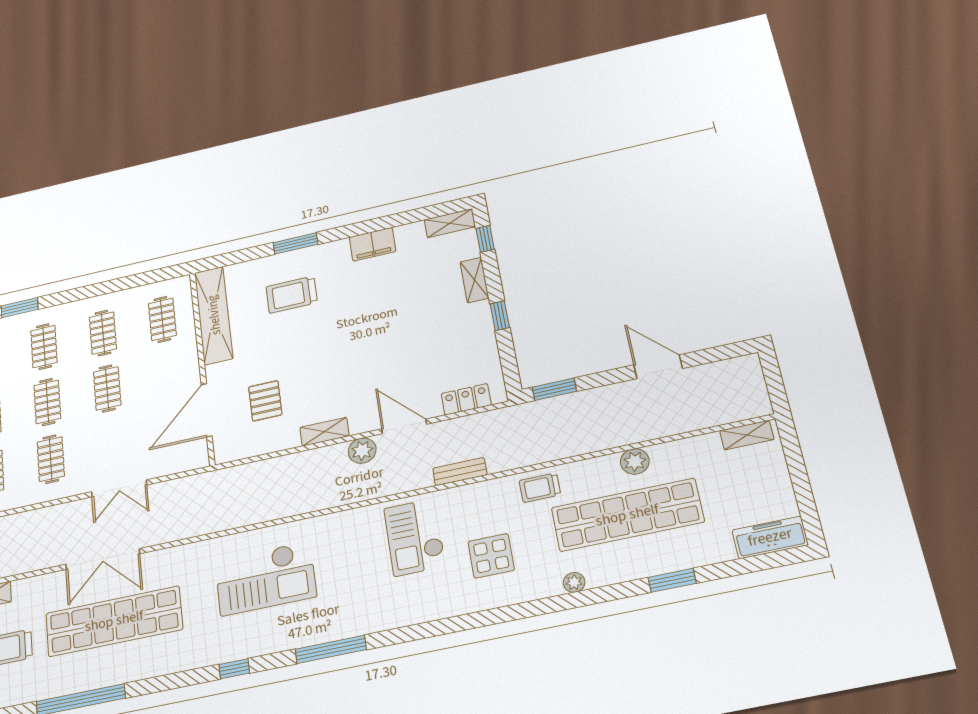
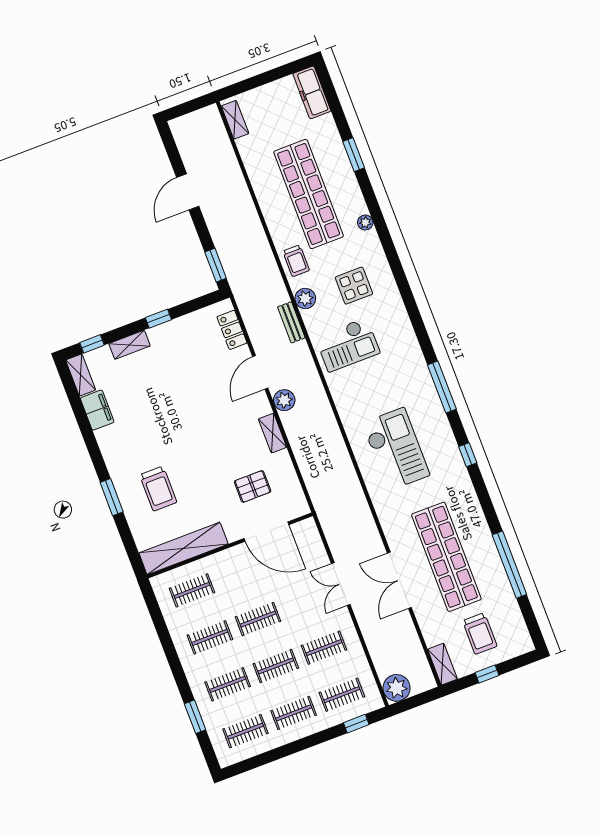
filing cabinet: (373, 244) -> (97, 410), moved
plant: (635, 461) -> (305, 299), moved
double door: (119, 488) -> (341, 584), swing flipped
double door: (103, 559) -> (399, 580), swing flipped

